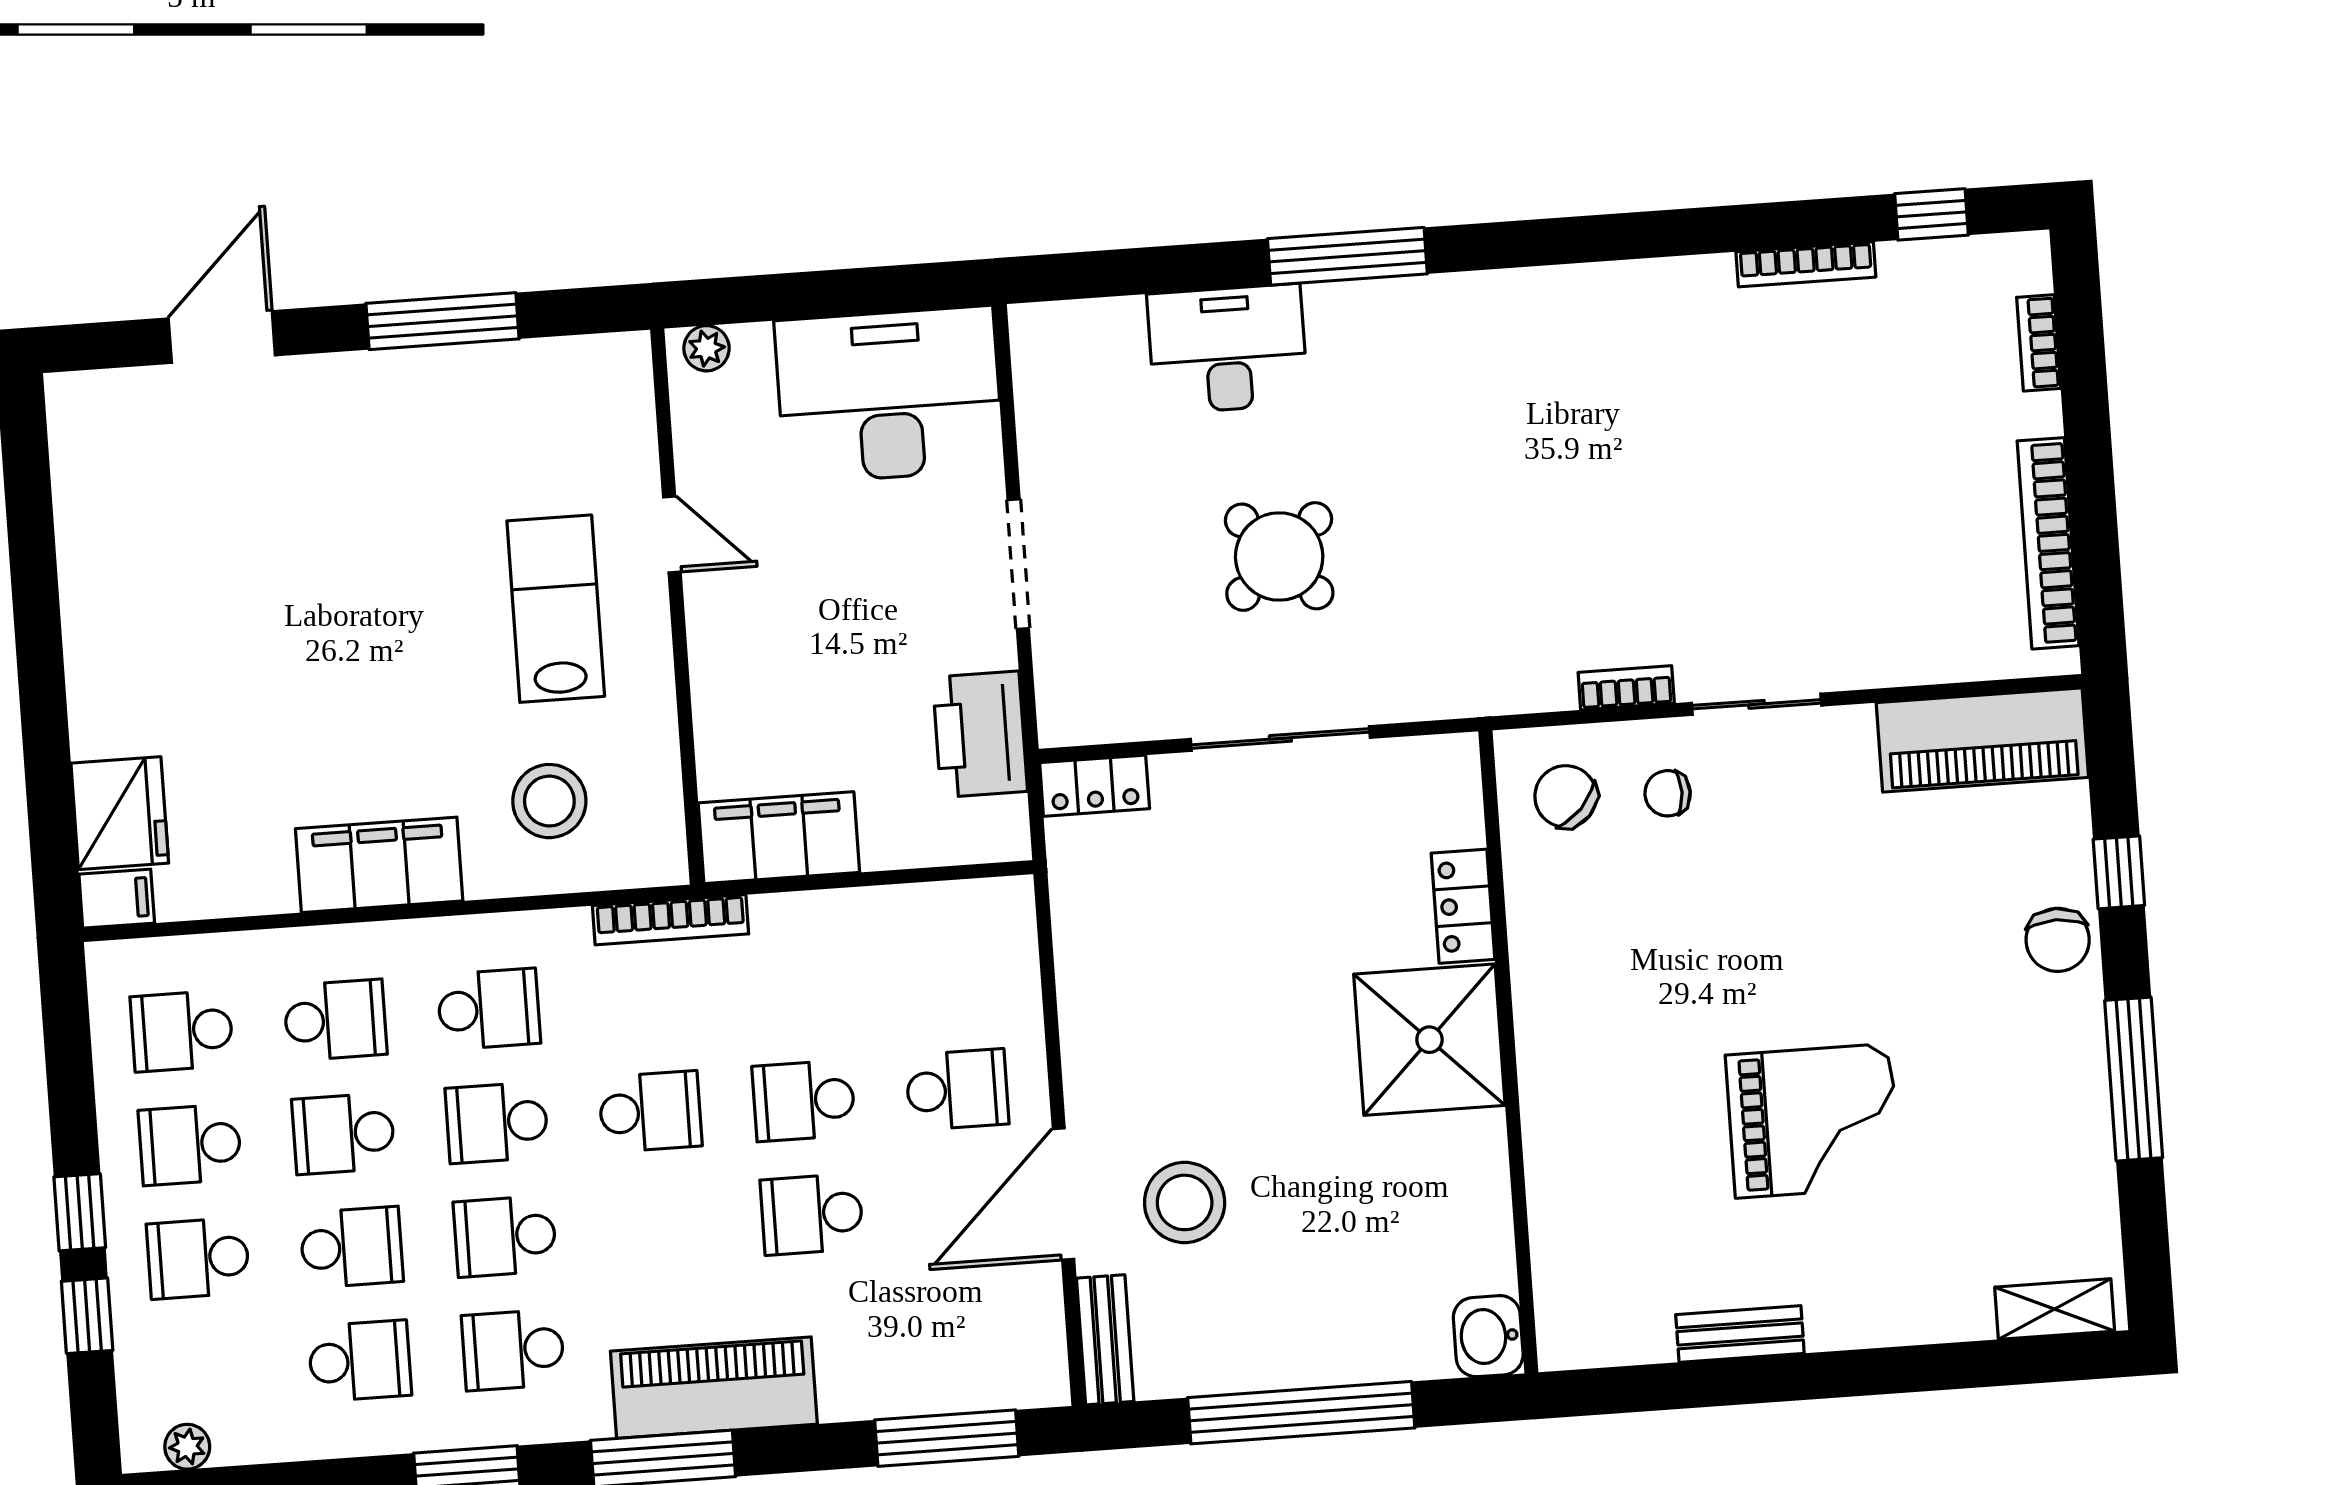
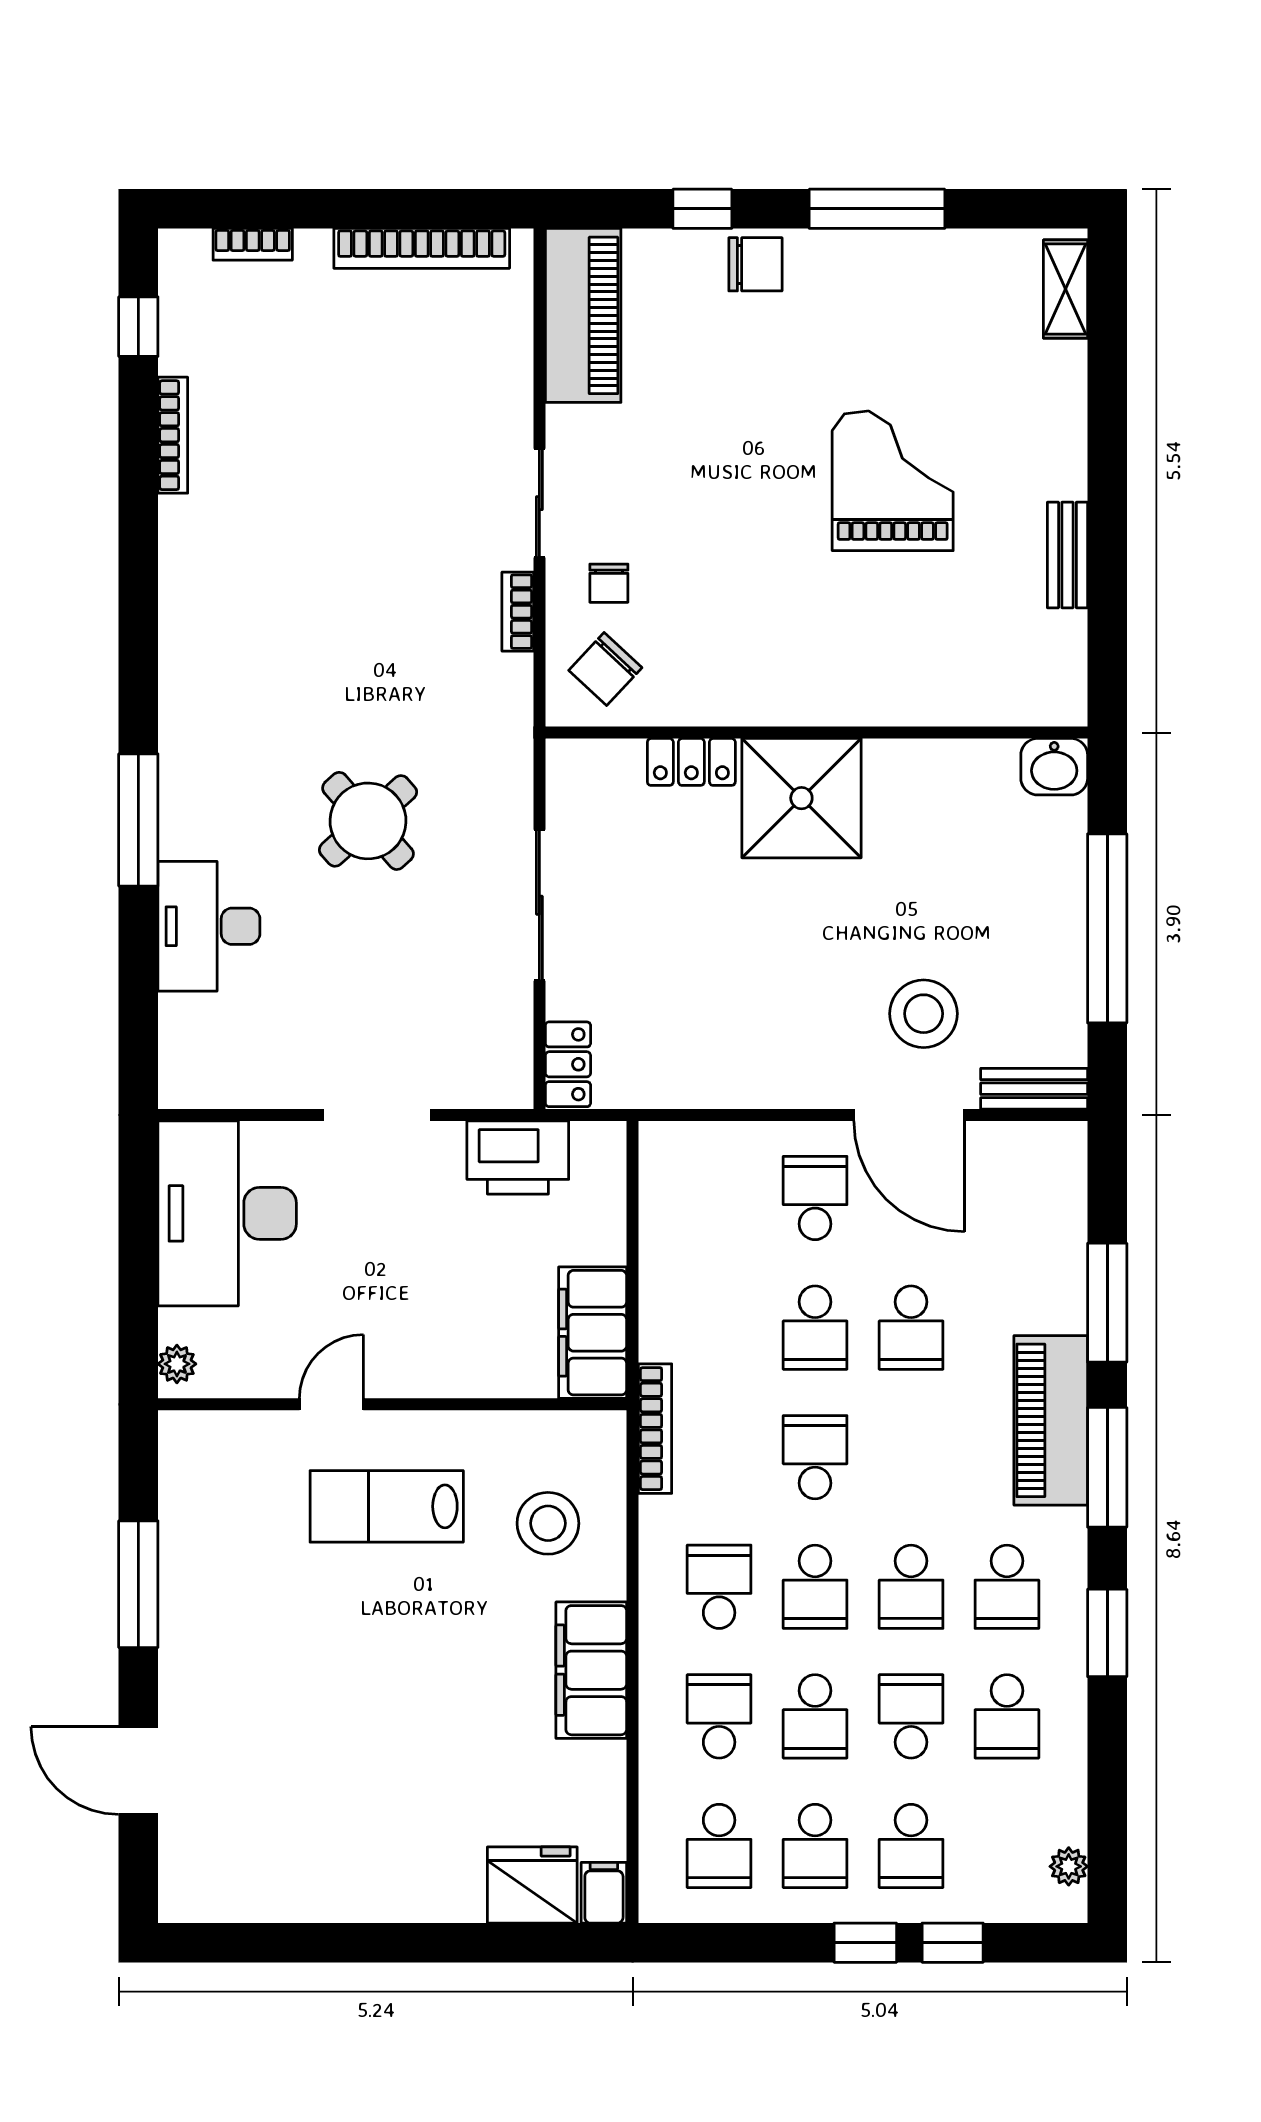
round table: (1279, 556) -> (368, 821), moved
school desk: (360, 1361) -> (1007, 1716), turned 180
window: (947, 1438) -> (1107, 1303), moved

